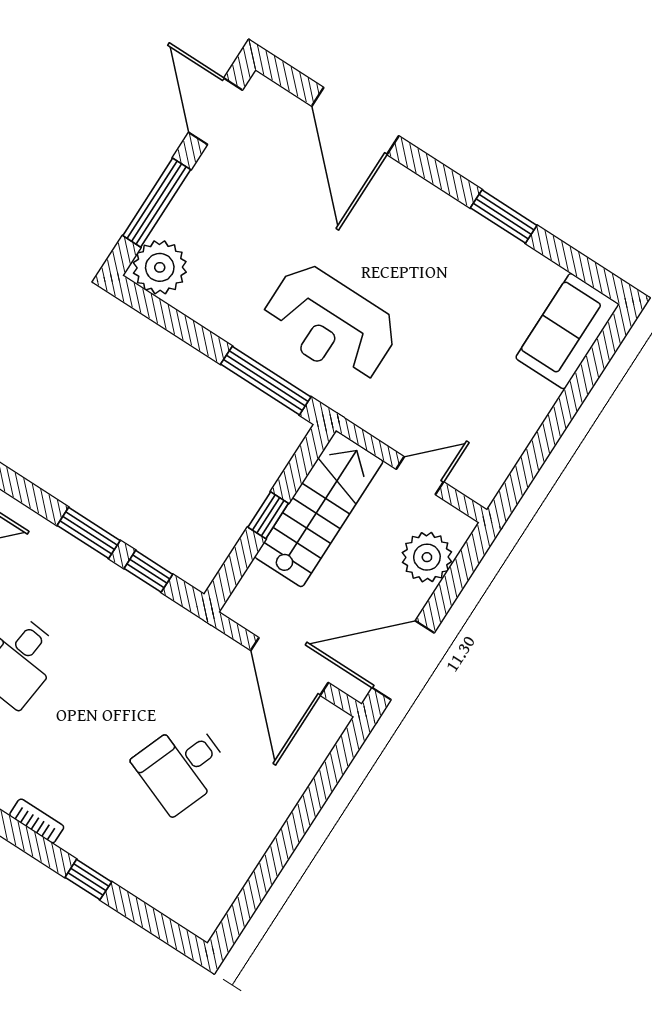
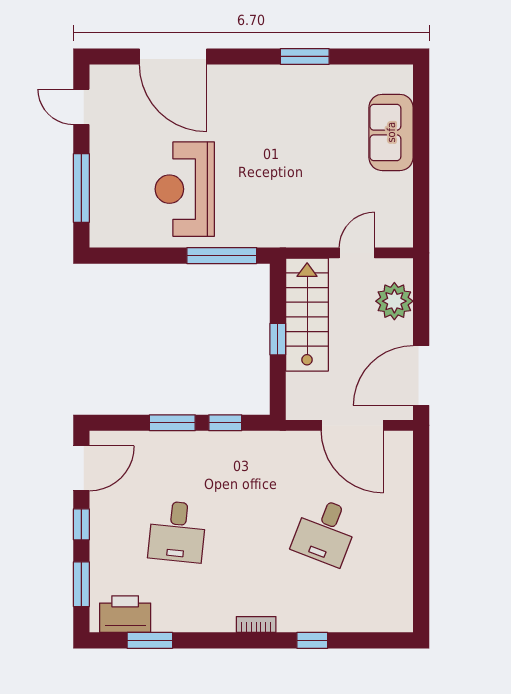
door: (216, 111) -> (81, 107), width x0.73
plant: (160, 267) -> (109, 227), removed
reception desk: (330, 324) -> (185, 189), moved, turned 90
sofa: (567, 331) -> (391, 132), moved

